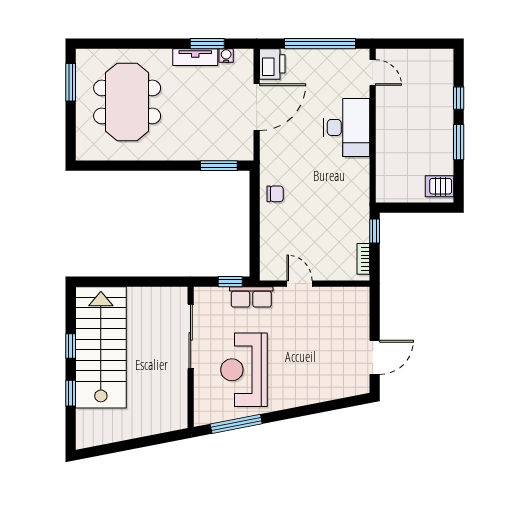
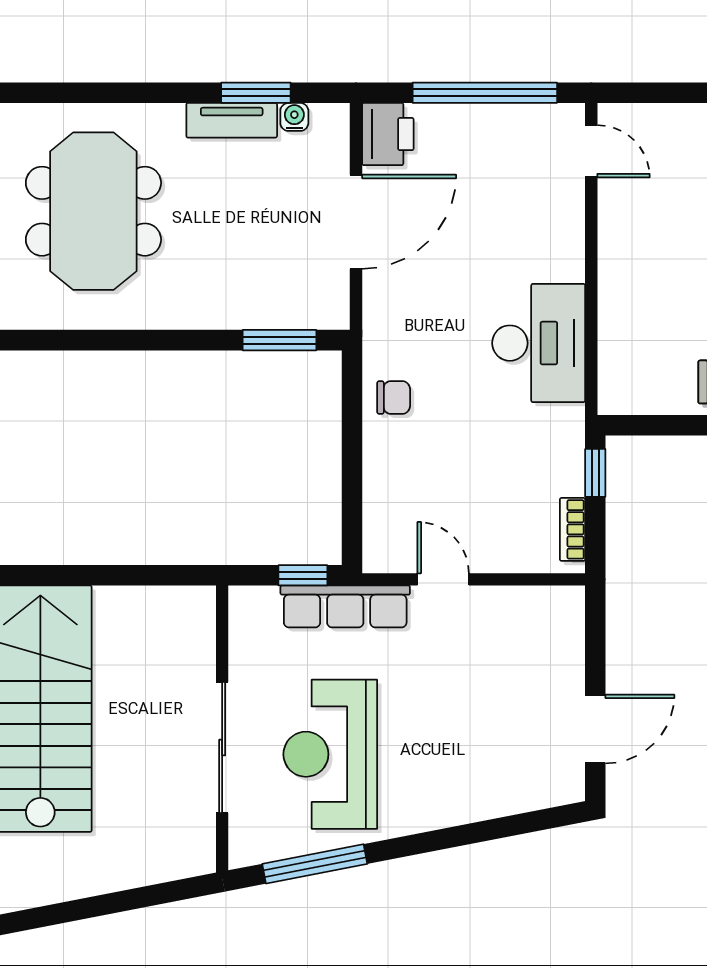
desk: (347, 127) -> (539, 343), moved
row of seats: (251, 297) -> (345, 606), width x1.48
sliding door: (191, 336) -> (222, 748), moved

